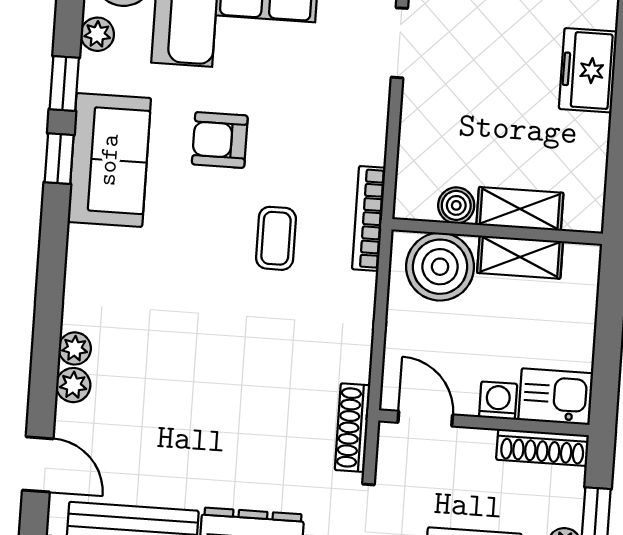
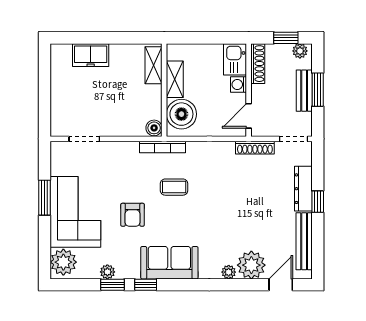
plant: (97, 34) -> (107, 272), moved
sofa: (109, 160) -> (169, 263), moved
boiler: (456, 205) -> (154, 128), moved
shelving: (520, 209) -> (154, 65), moved
plant: (73, 385) -> (251, 265), width x1.87, depth x1.87

